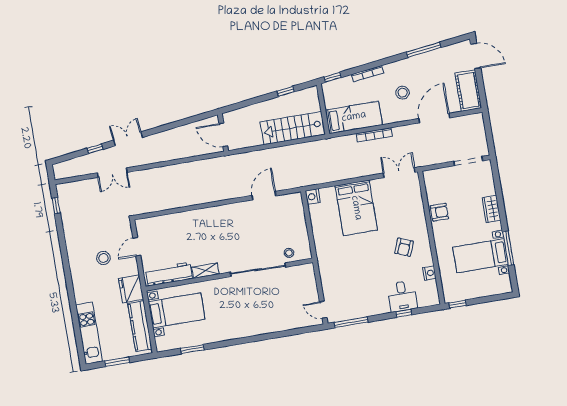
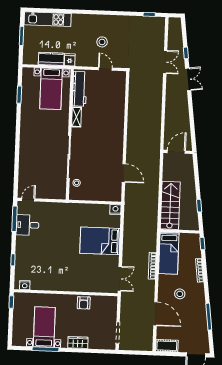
cot: (468, 91) -> (167, 346), width x0.73, depth x0.75
double door: (112, 173) -> (165, 62), swing flipped
armchair: (404, 247) -> (63, 271), removed
nightstand: (429, 273) -> (25, 285), moved
fridge: (131, 289) -> (70, 60), width x0.53, depth x0.75
desk: (402, 296) -> (27, 225), moved
kitchen counter: (140, 326) -> (51, 59), width x0.67

